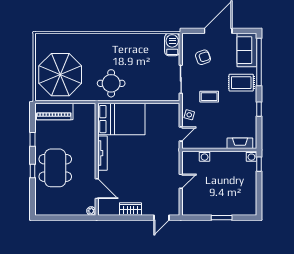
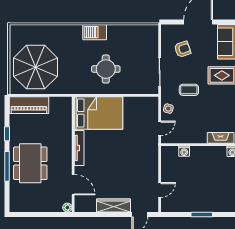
barbecue: (172, 45) -> (95, 32), moved, turned -90
round table: (111, 83) -> (106, 69), moved
window: (32, 171) -> (7, 166), width x2.17
door: (181, 181) -> (160, 190), moved
wardrobe: (130, 209) -> (113, 205), width x1.50

